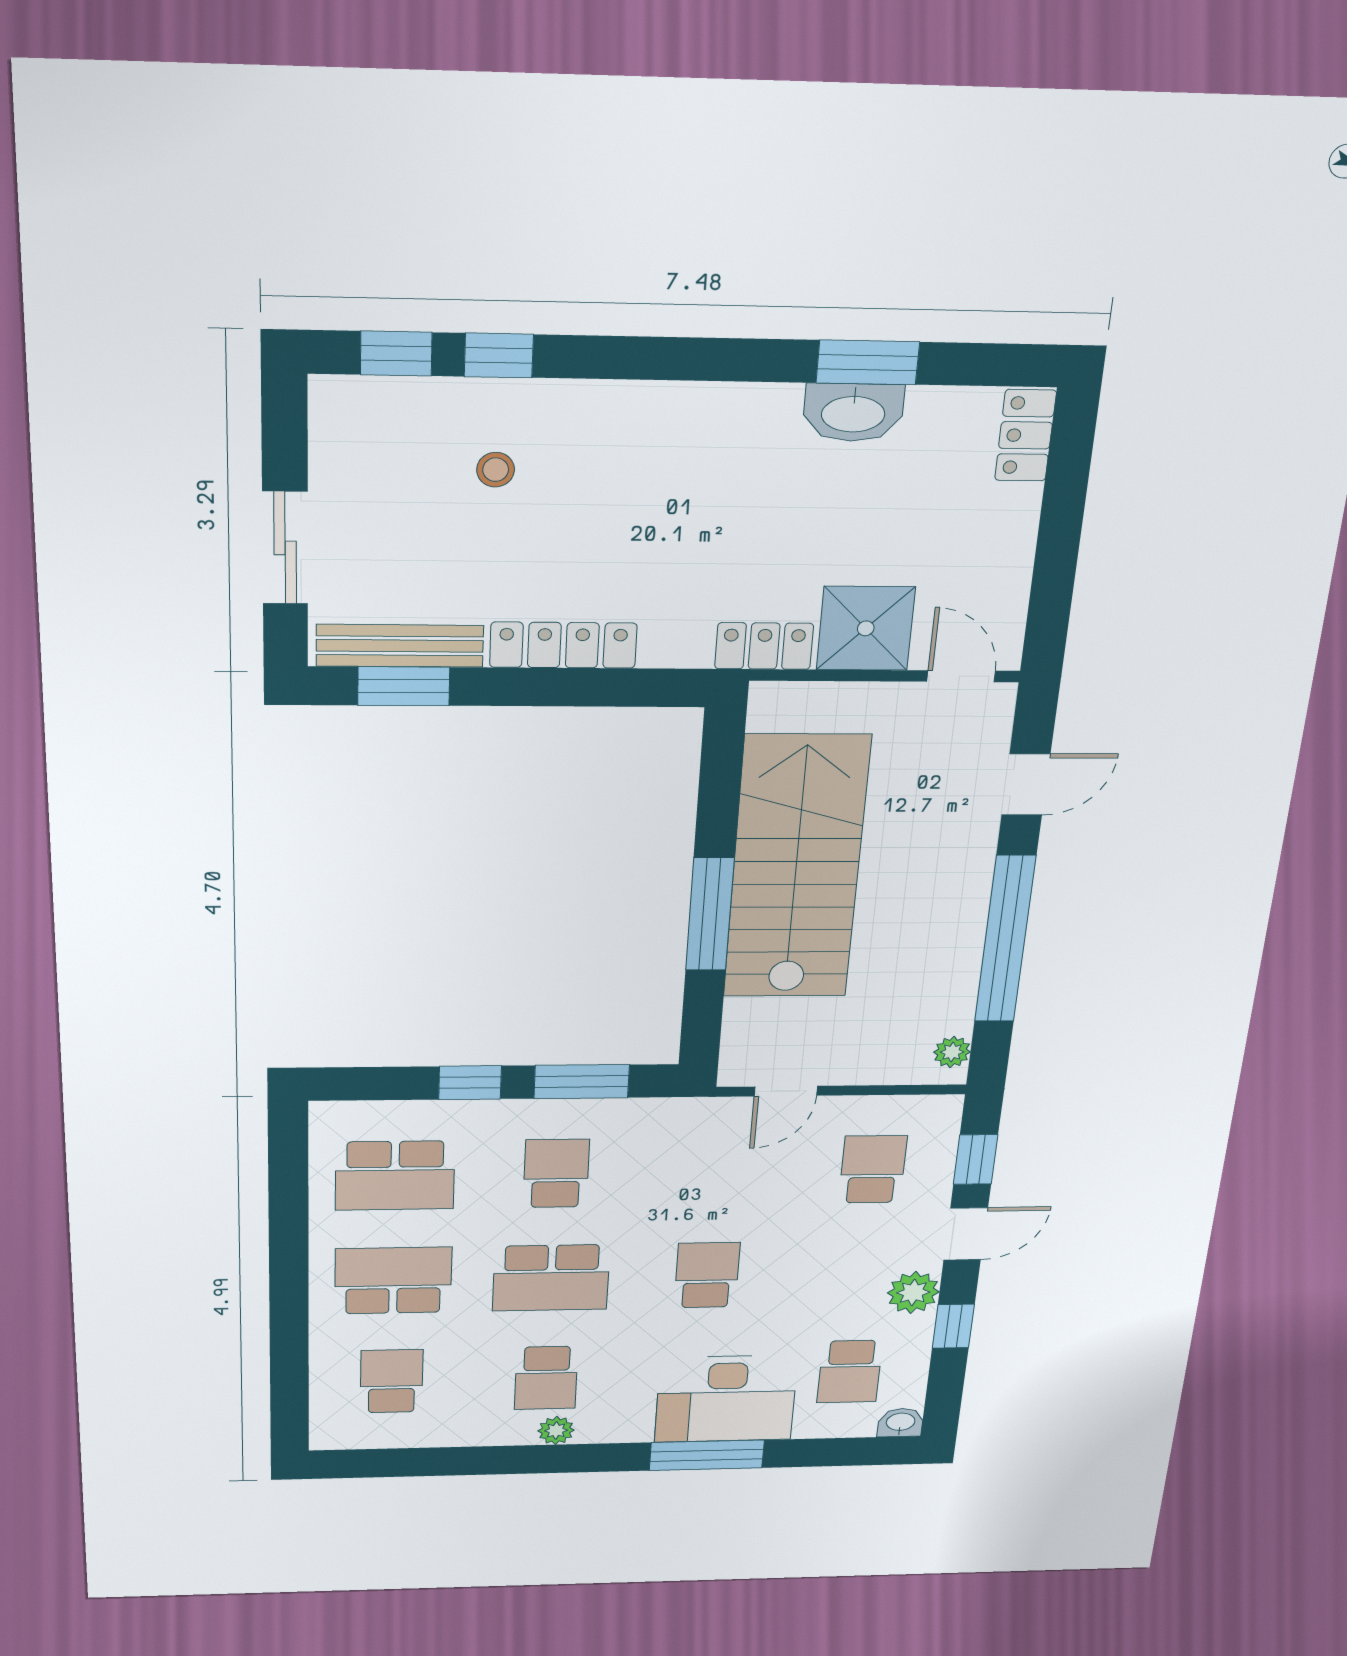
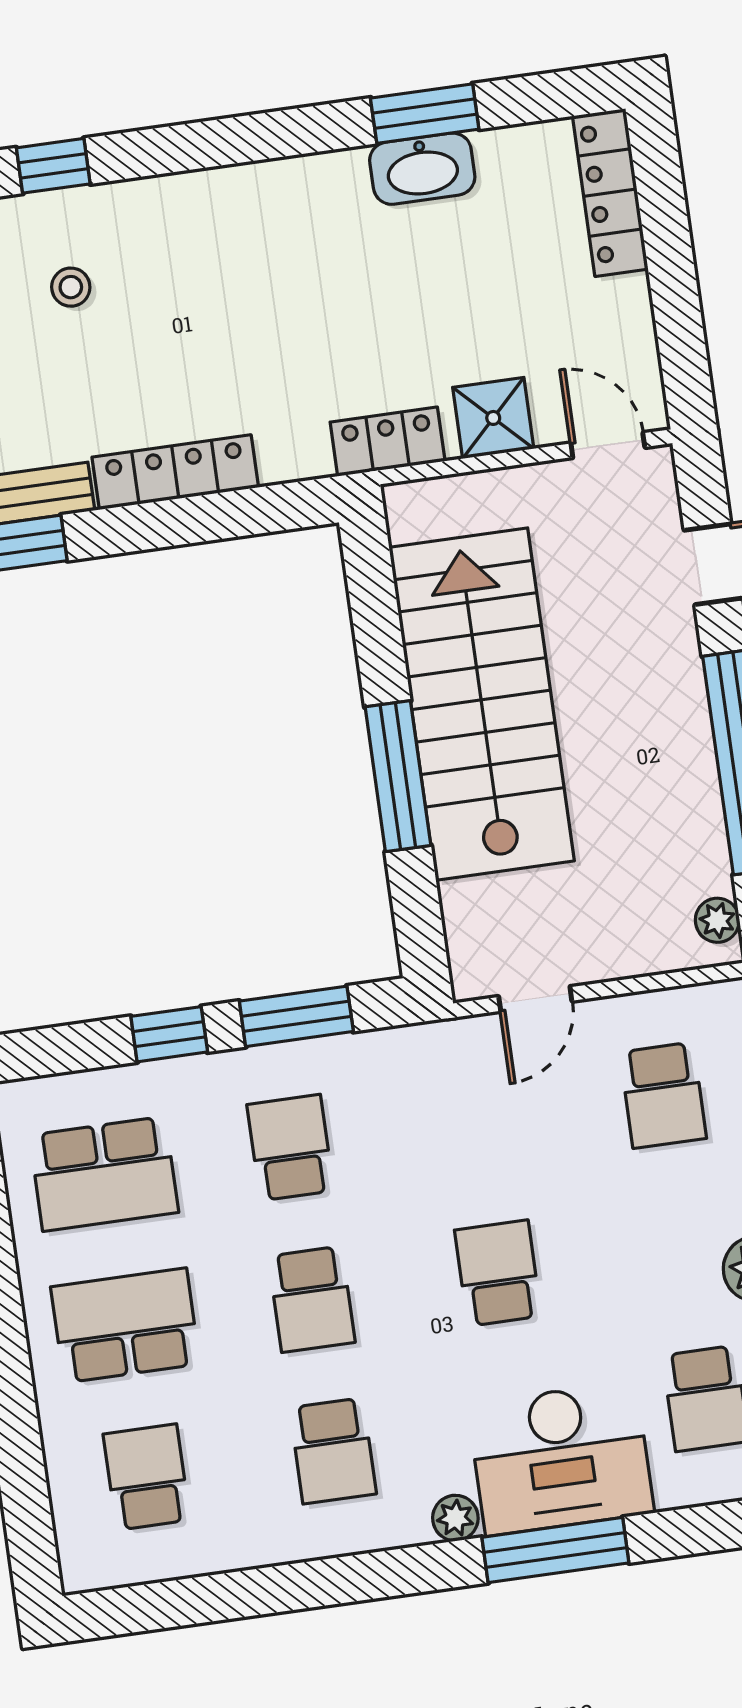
locker: (1026, 435) -> (610, 193), width x1.53
shower: (866, 628) -> (493, 418), width x0.73, depth x0.73
school desk: (873, 1169) -> (663, 1095), turned 180
school desk: (551, 1278) -> (312, 1299), width x0.54
plant: (556, 1431) -> (455, 1518), moved

